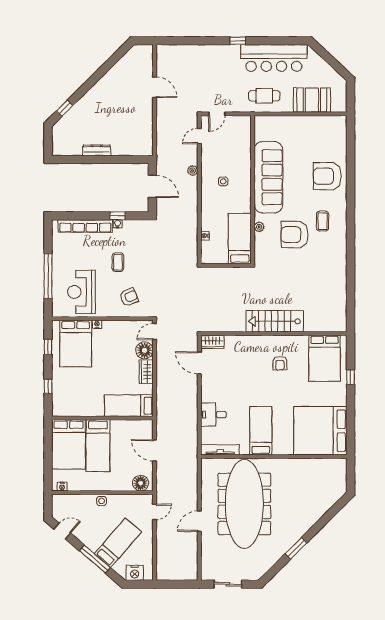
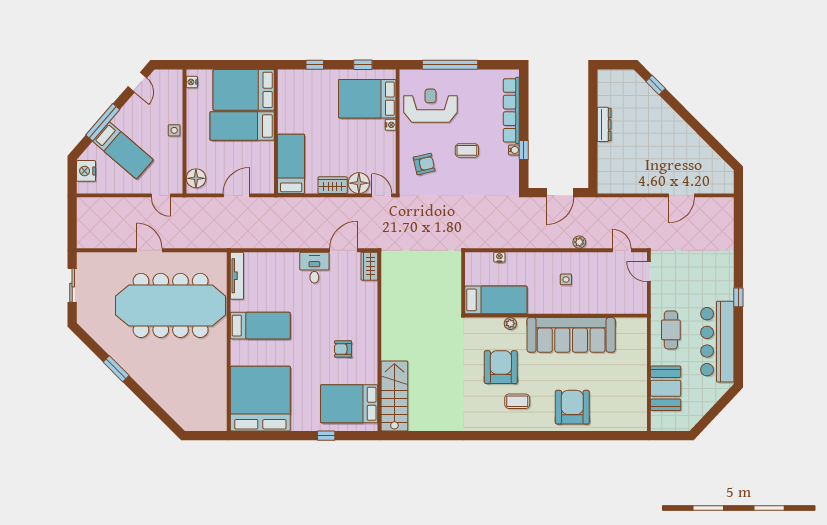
armchair: (129, 297) -> (424, 164), turned -81
stairs: (275, 321) -> (394, 396), moved
desk: (213, 415) -> (314, 268), moved

